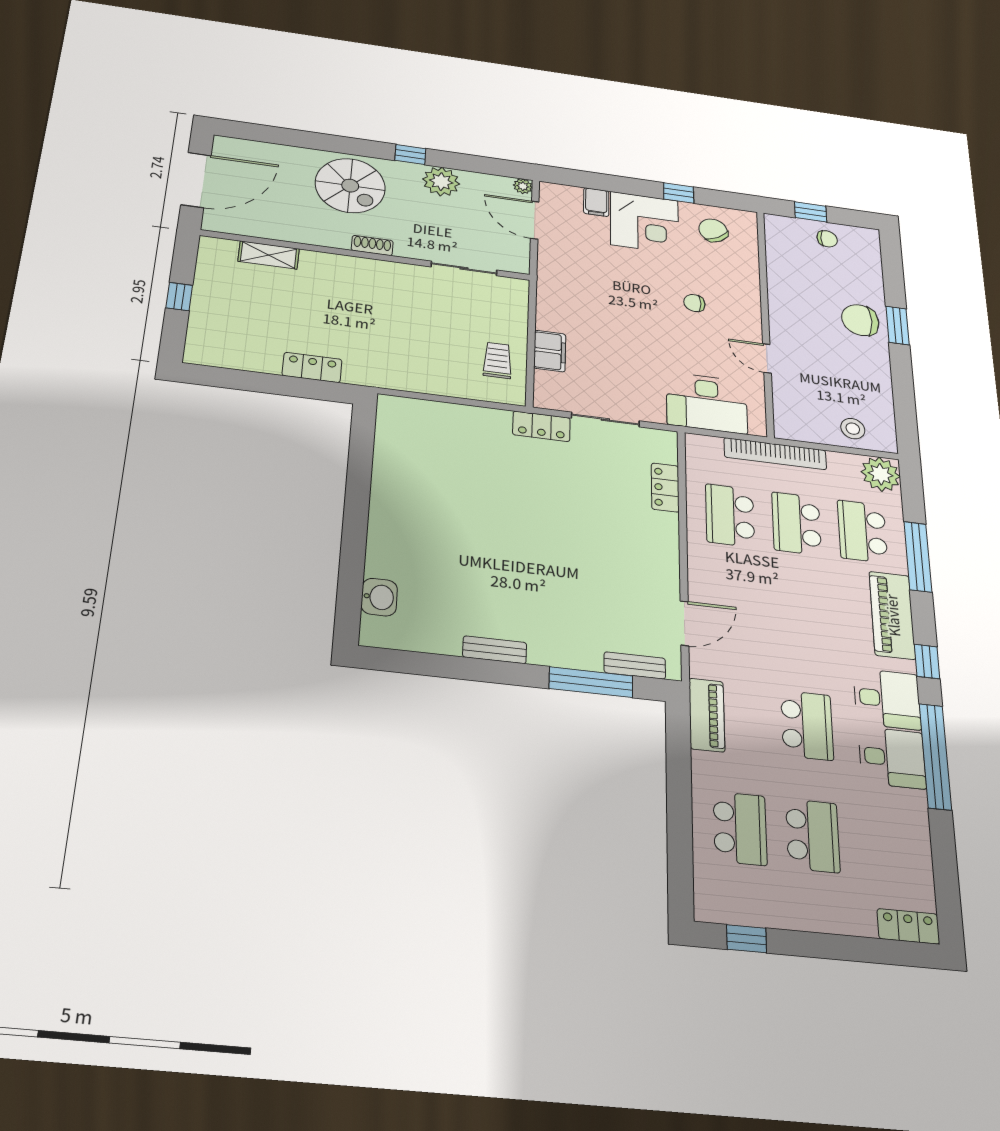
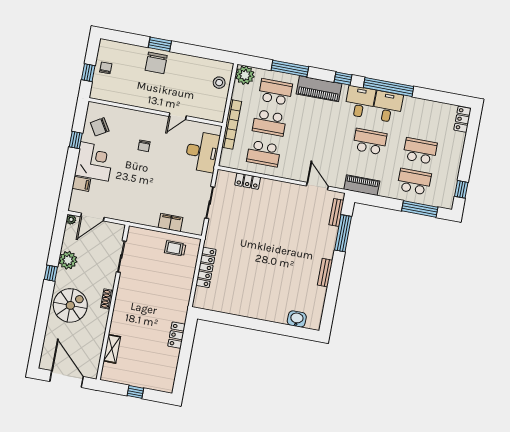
locker: (541, 426) -> (206, 267), moved, width x1.53
school desk: (862, 532) -> (275, 92), turned 180
window: (680, 846) -> (420, 209), added

